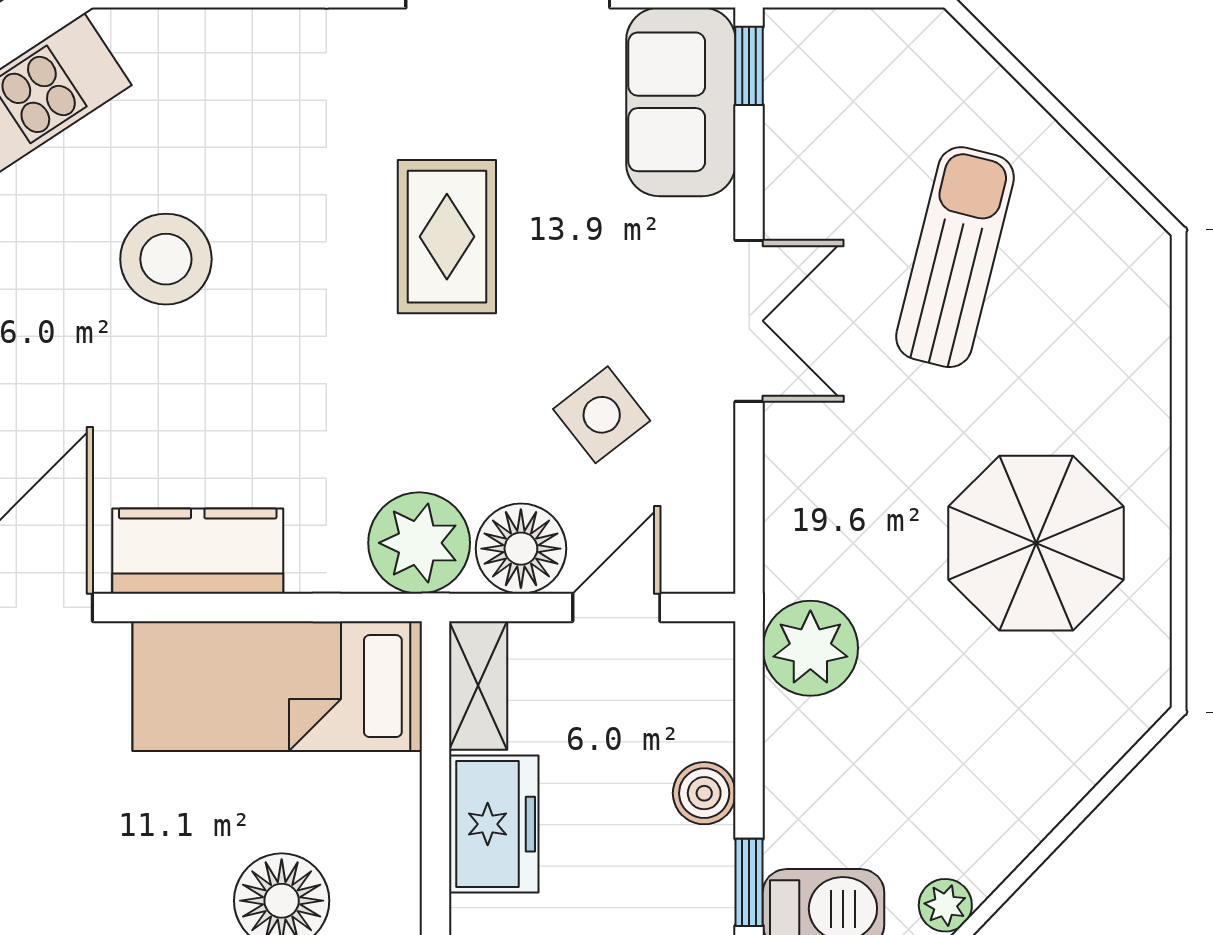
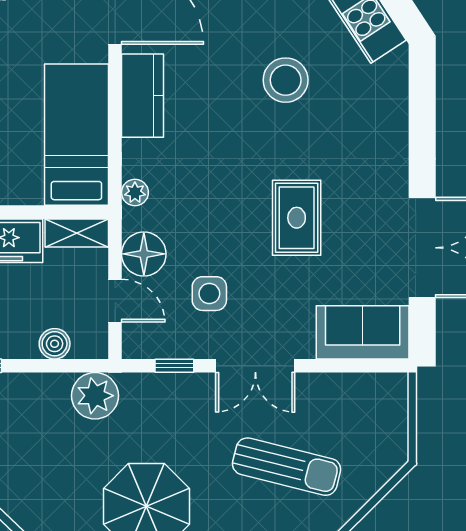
window: (749, 66) -> (174, 366), moved
rug: (447, 237) -> (297, 218), turned 90
side table: (602, 415) -> (209, 294), turned 38
plant: (419, 543) -> (135, 193), width x0.53, depth x0.53
boiler: (704, 793) -> (55, 344), moved

